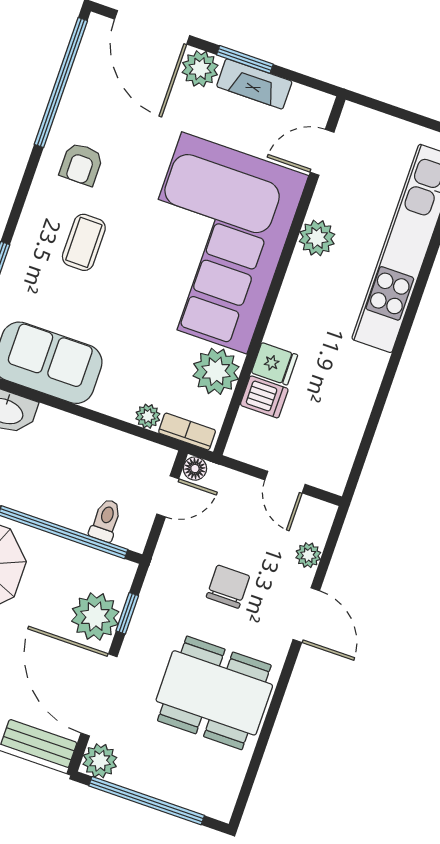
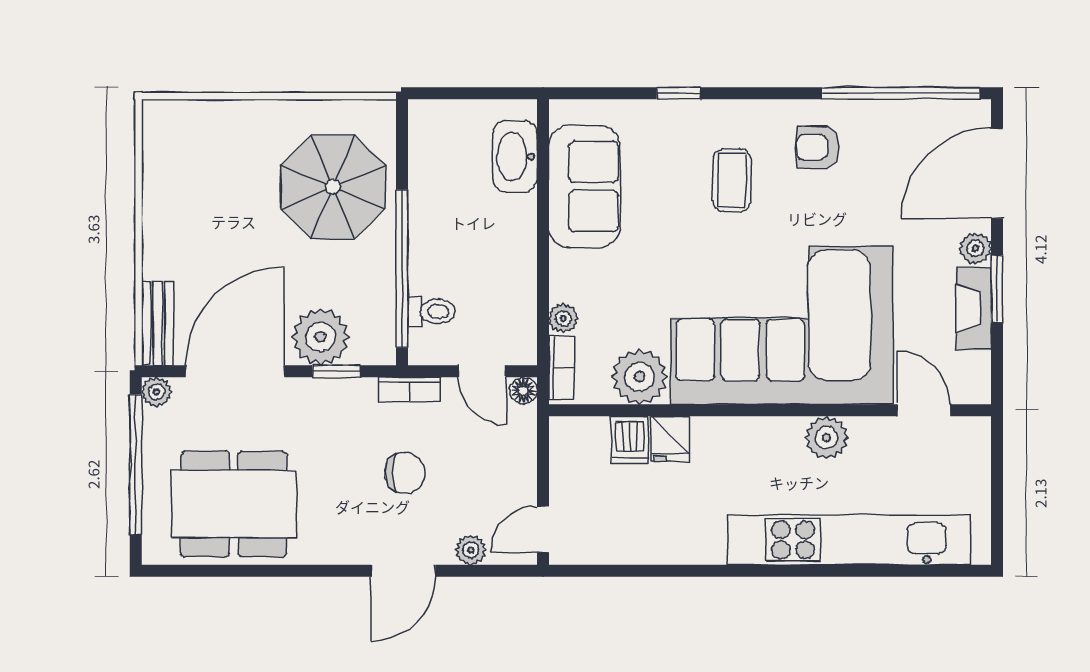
plant: (200, 69) -> (975, 249), width x0.73, depth x0.73
coffee table: (84, 242) -> (732, 180), turned 90
door: (285, 482) -> (543, 529), moved
bookcase: (162, 560) -> (410, 389), added
dining table: (214, 693) -> (234, 504), moved, turned 90
plant: (100, 761) -> (156, 392), width x0.73, depth x0.73

